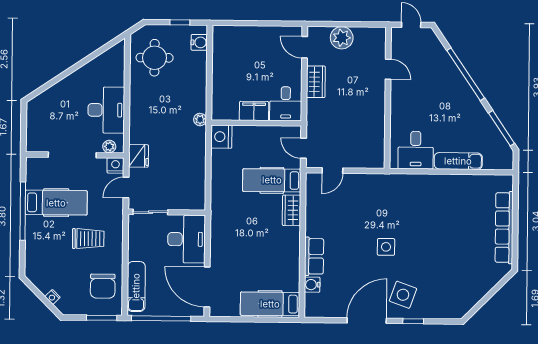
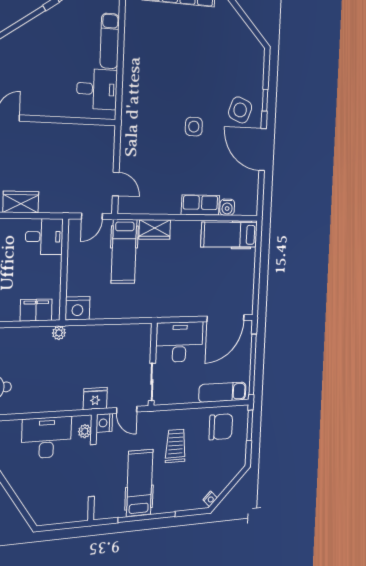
filing cabinet: (254, 111) -> (36, 310), moved, turned 90
nightstand: (53, 297) -> (210, 499), moved
hospital bed: (270, 304) -> (229, 235), moved, turned 90

